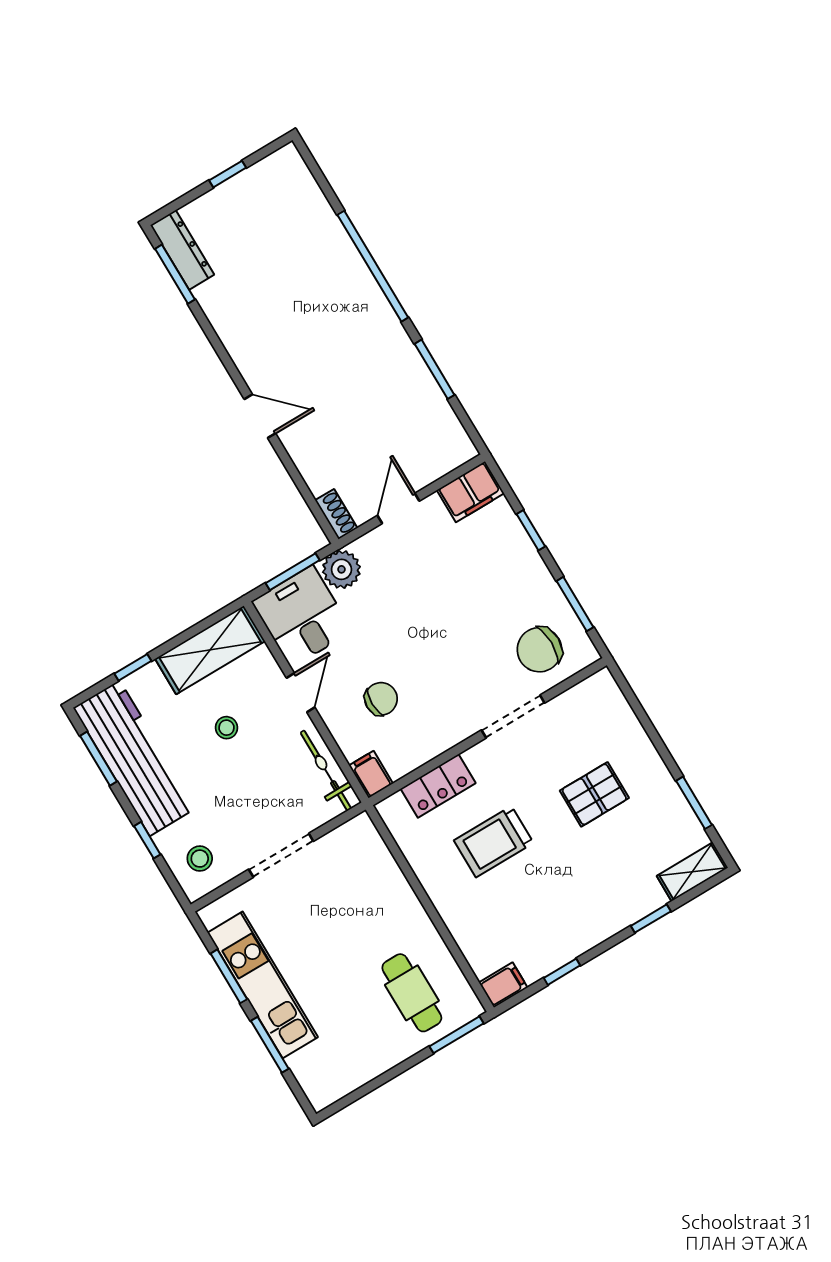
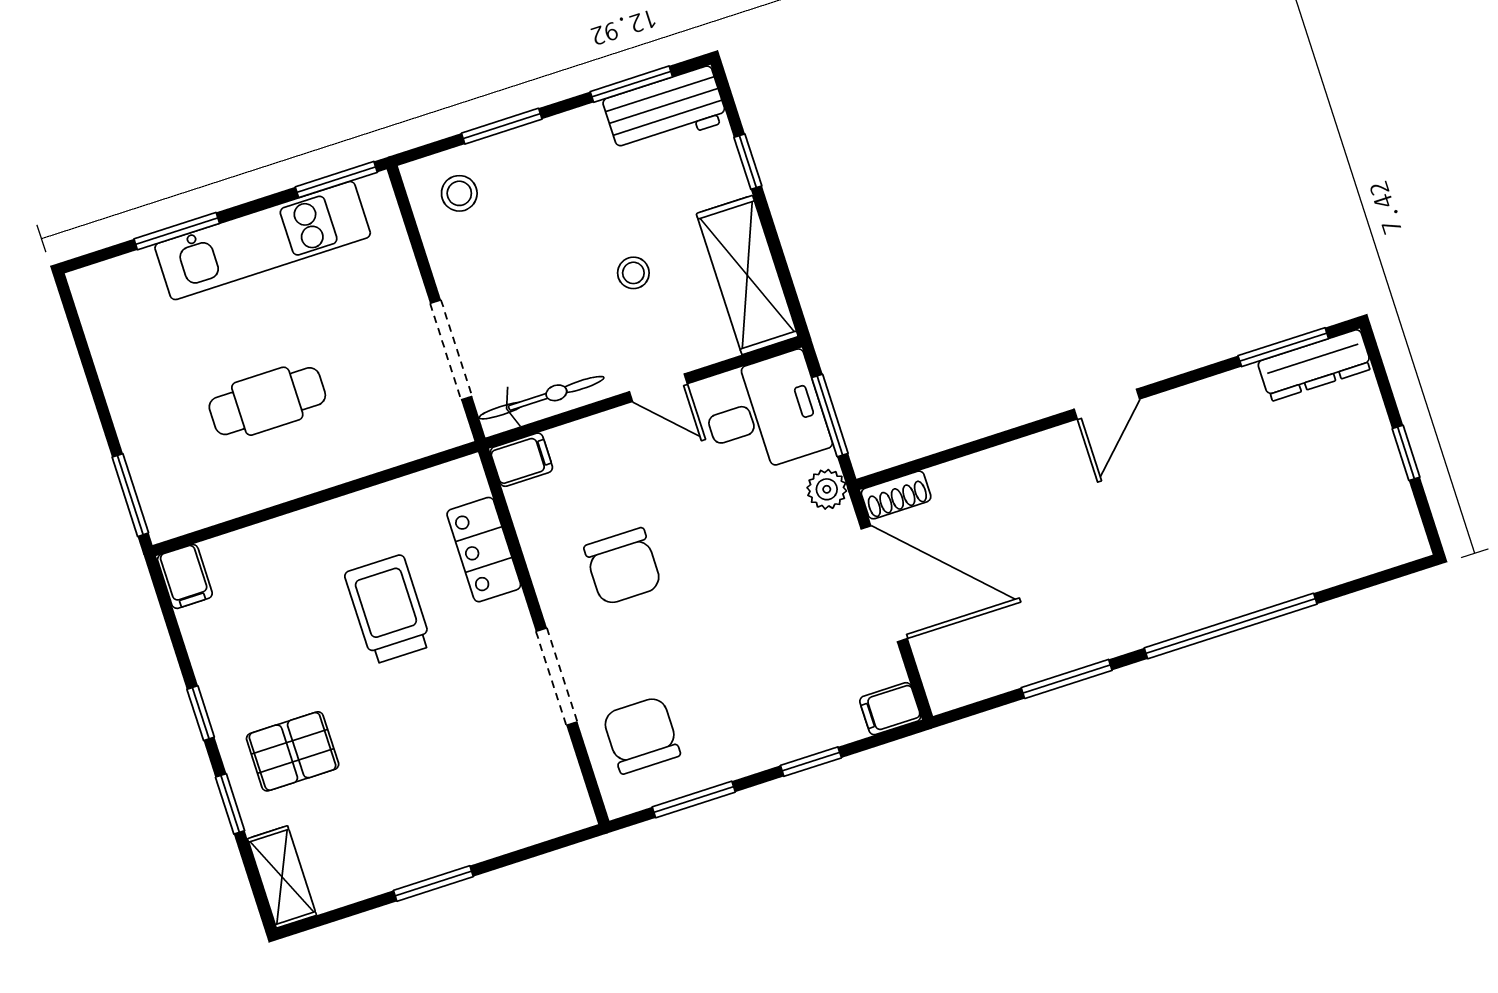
door: (260, 416) -> (1107, 404), moved
filing cabinet: (470, 492) -> (890, 709), width x0.50
door: (398, 508) -> (884, 584), width x1.87
plant: (341, 569) -> (827, 489), width x0.73, depth x0.73
chair: (381, 699) -> (623, 567), moved, width x1.37, depth x1.37
workbench: (135, 758) -> (665, 110), width x0.53, depth x0.76
pallet: (594, 794) -> (293, 751), moved, turned 90
window: (694, 803) -> (433, 884), moved
window: (147, 840) -> (502, 126), width x1.50
doorway: (281, 855) -> (451, 350), moved
window: (562, 972) -> (201, 713), moved
window: (229, 976) -> (336, 180), moved
cafe table: (412, 993) -> (267, 401), moved

